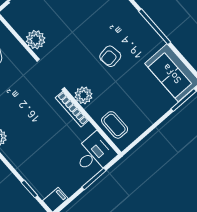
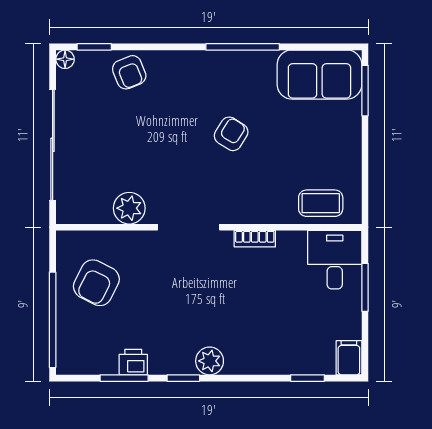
armchair: (110, 56) -> (231, 134), turned -140
plant: (84, 95) -> (250, 209), removed
bookcase: (72, 109) -> (255, 239), width x0.64

